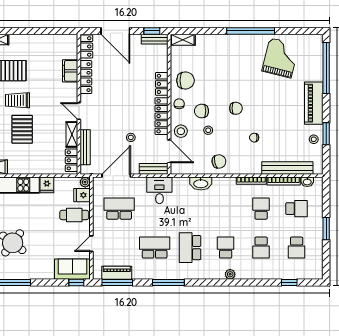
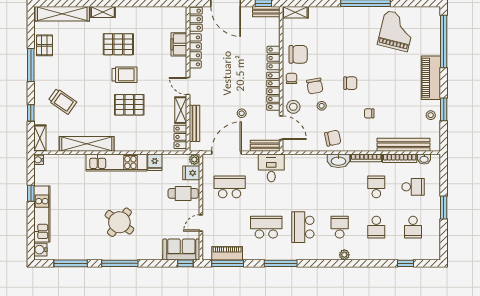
trolley: (18, 100) -> (124, 75), turned 180
chair: (202, 111) -> (315, 86), turned -101
pallet: (22, 129) -> (129, 105), turned 90
washbasin: (201, 183) -> (338, 161), moved

